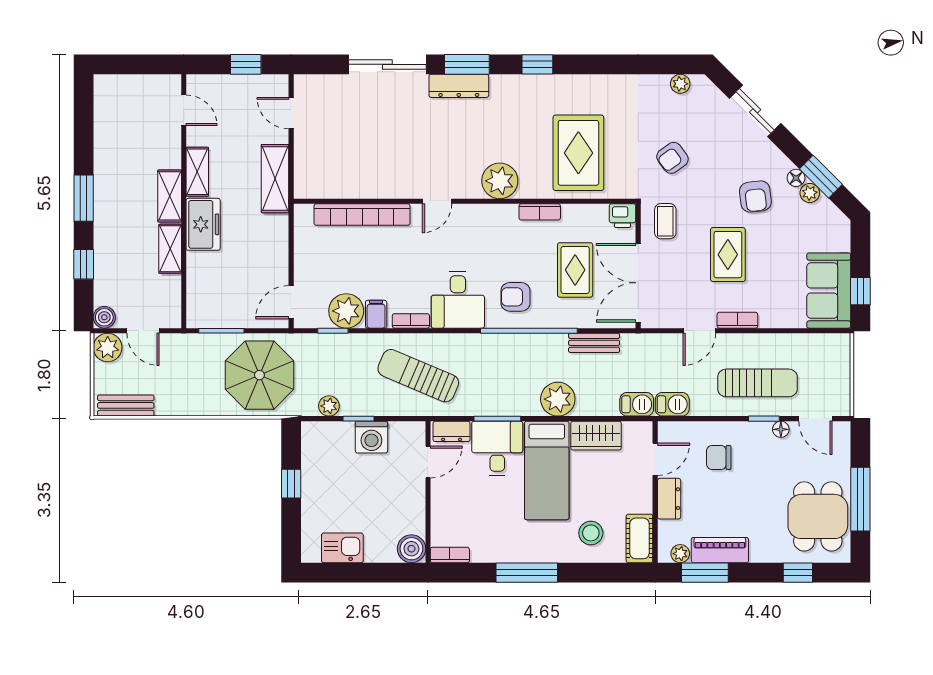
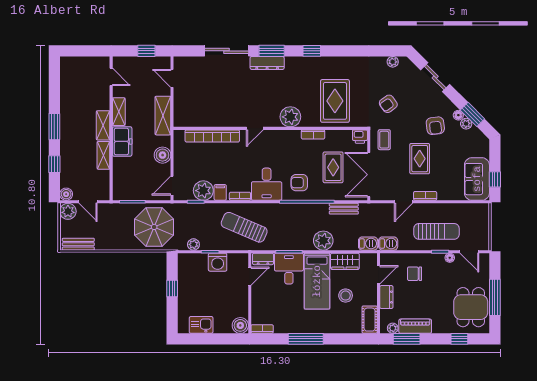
boiler: (274, 248) -> (163, 155), added
stool: (591, 533) -> (346, 296), moved

